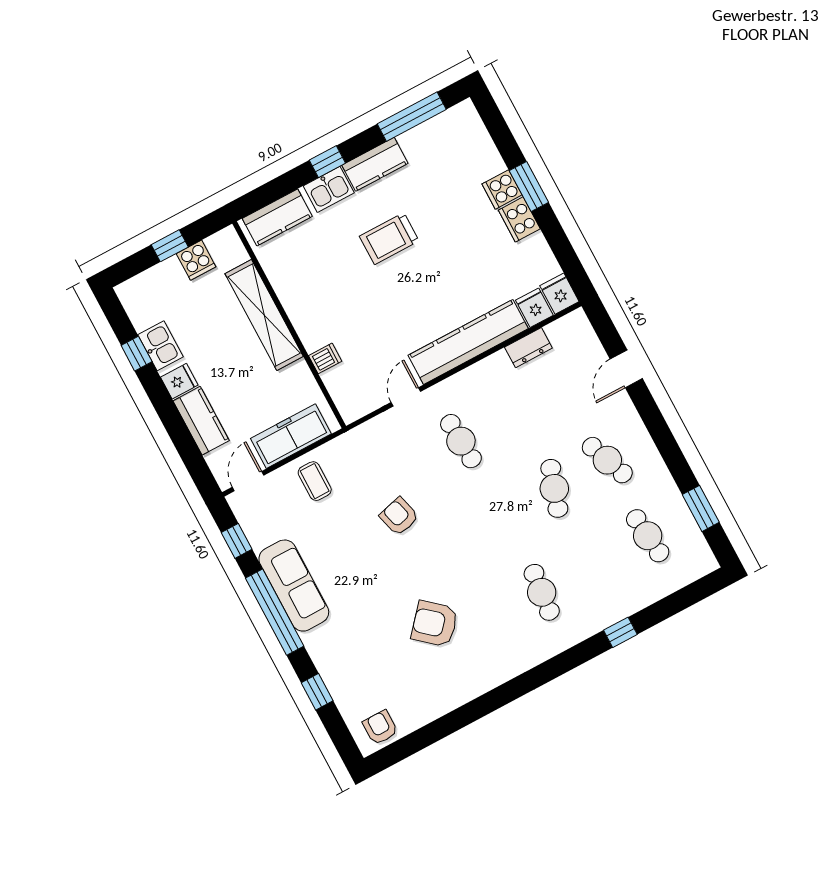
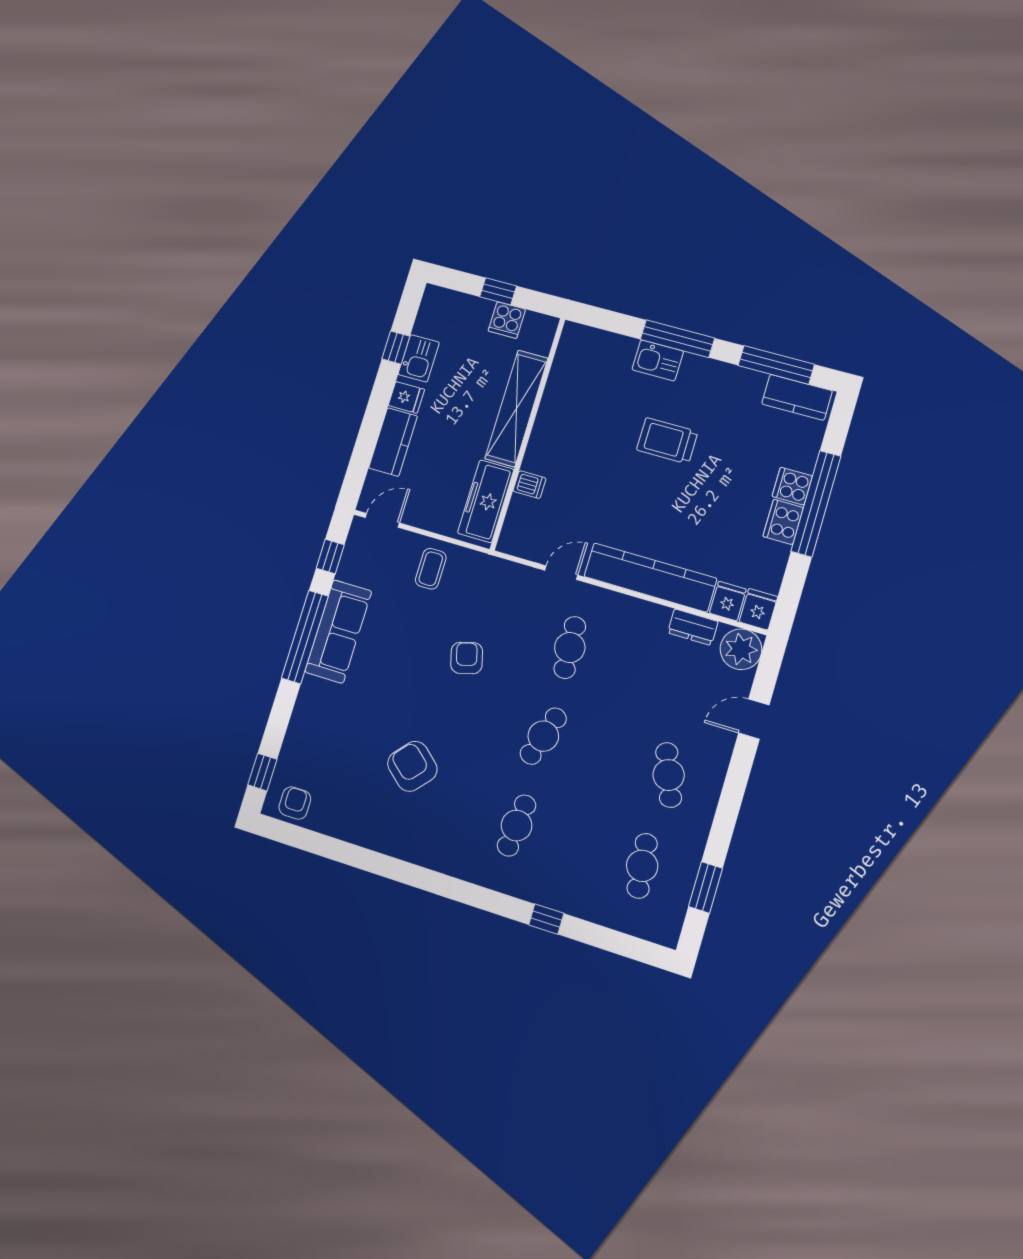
window: (327, 162) -> (677, 339), width x2.17
kitchen counter: (375, 164) -> (797, 397), moved
window: (529, 186) -> (816, 504), width x2.11
kitchen counter: (277, 217) -> (598, 345), removed
plant: (574, 331) -> (741, 649), added
freezer: (291, 436) -> (486, 501), moved, turned -90
cafe table: (554, 488) -> (543, 736), moved
window: (317, 692) -> (262, 772), moved

